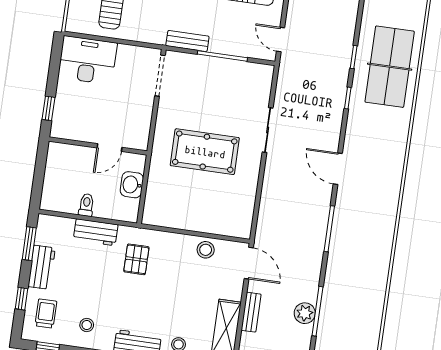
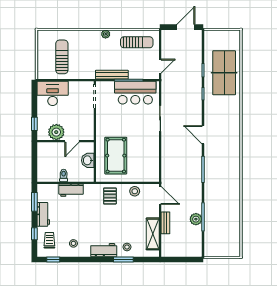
door: (280, 40) -> (160, 66), swing flipped
bench: (187, 41) -> (112, 75), width x1.36
bar counter: (231, 79) -> (135, 93), added
plant: (84, 128) -> (56, 132), added
pool table: (205, 152) -> (116, 156), moved, turned 90
pallet: (136, 259) -> (110, 196), moved

